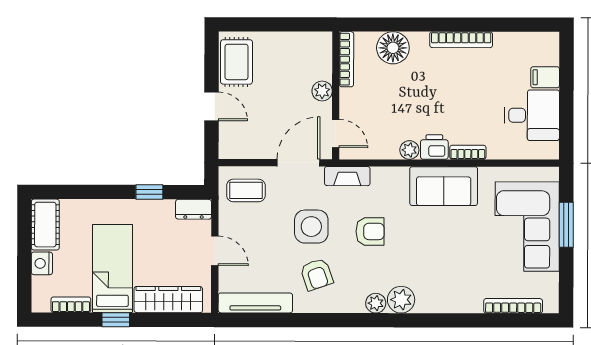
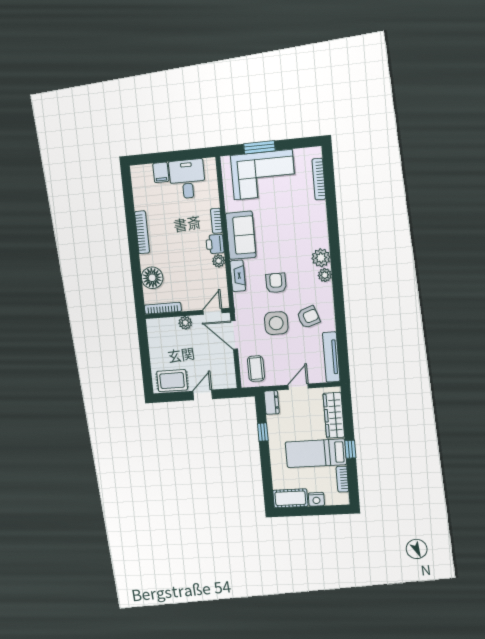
fireplace: (347, 176) -> (238, 276), moved

